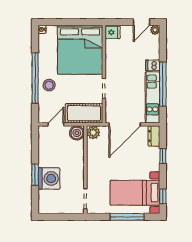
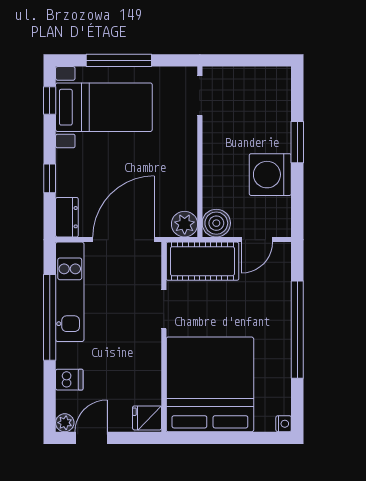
dishwasher: (153, 65) -> (69, 380), moved
stool: (49, 85) -> (270, 316), removed
washing machine: (49, 178) -> (270, 175), moved

